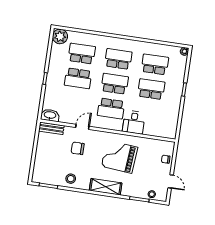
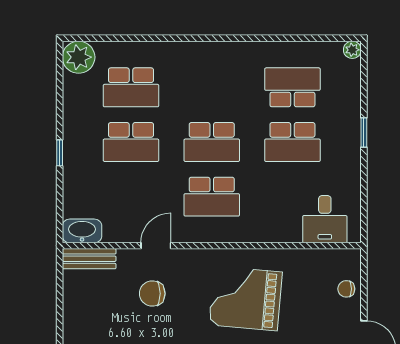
school desk: (82, 54) -> (131, 87), turned 180
school desk: (118, 59) -> (212, 87), removed
school desk: (115, 84) -> (212, 142), turned 180
school desk: (151, 89) -> (292, 142), turned 180
desk: (134, 122) -> (325, 219), moved

